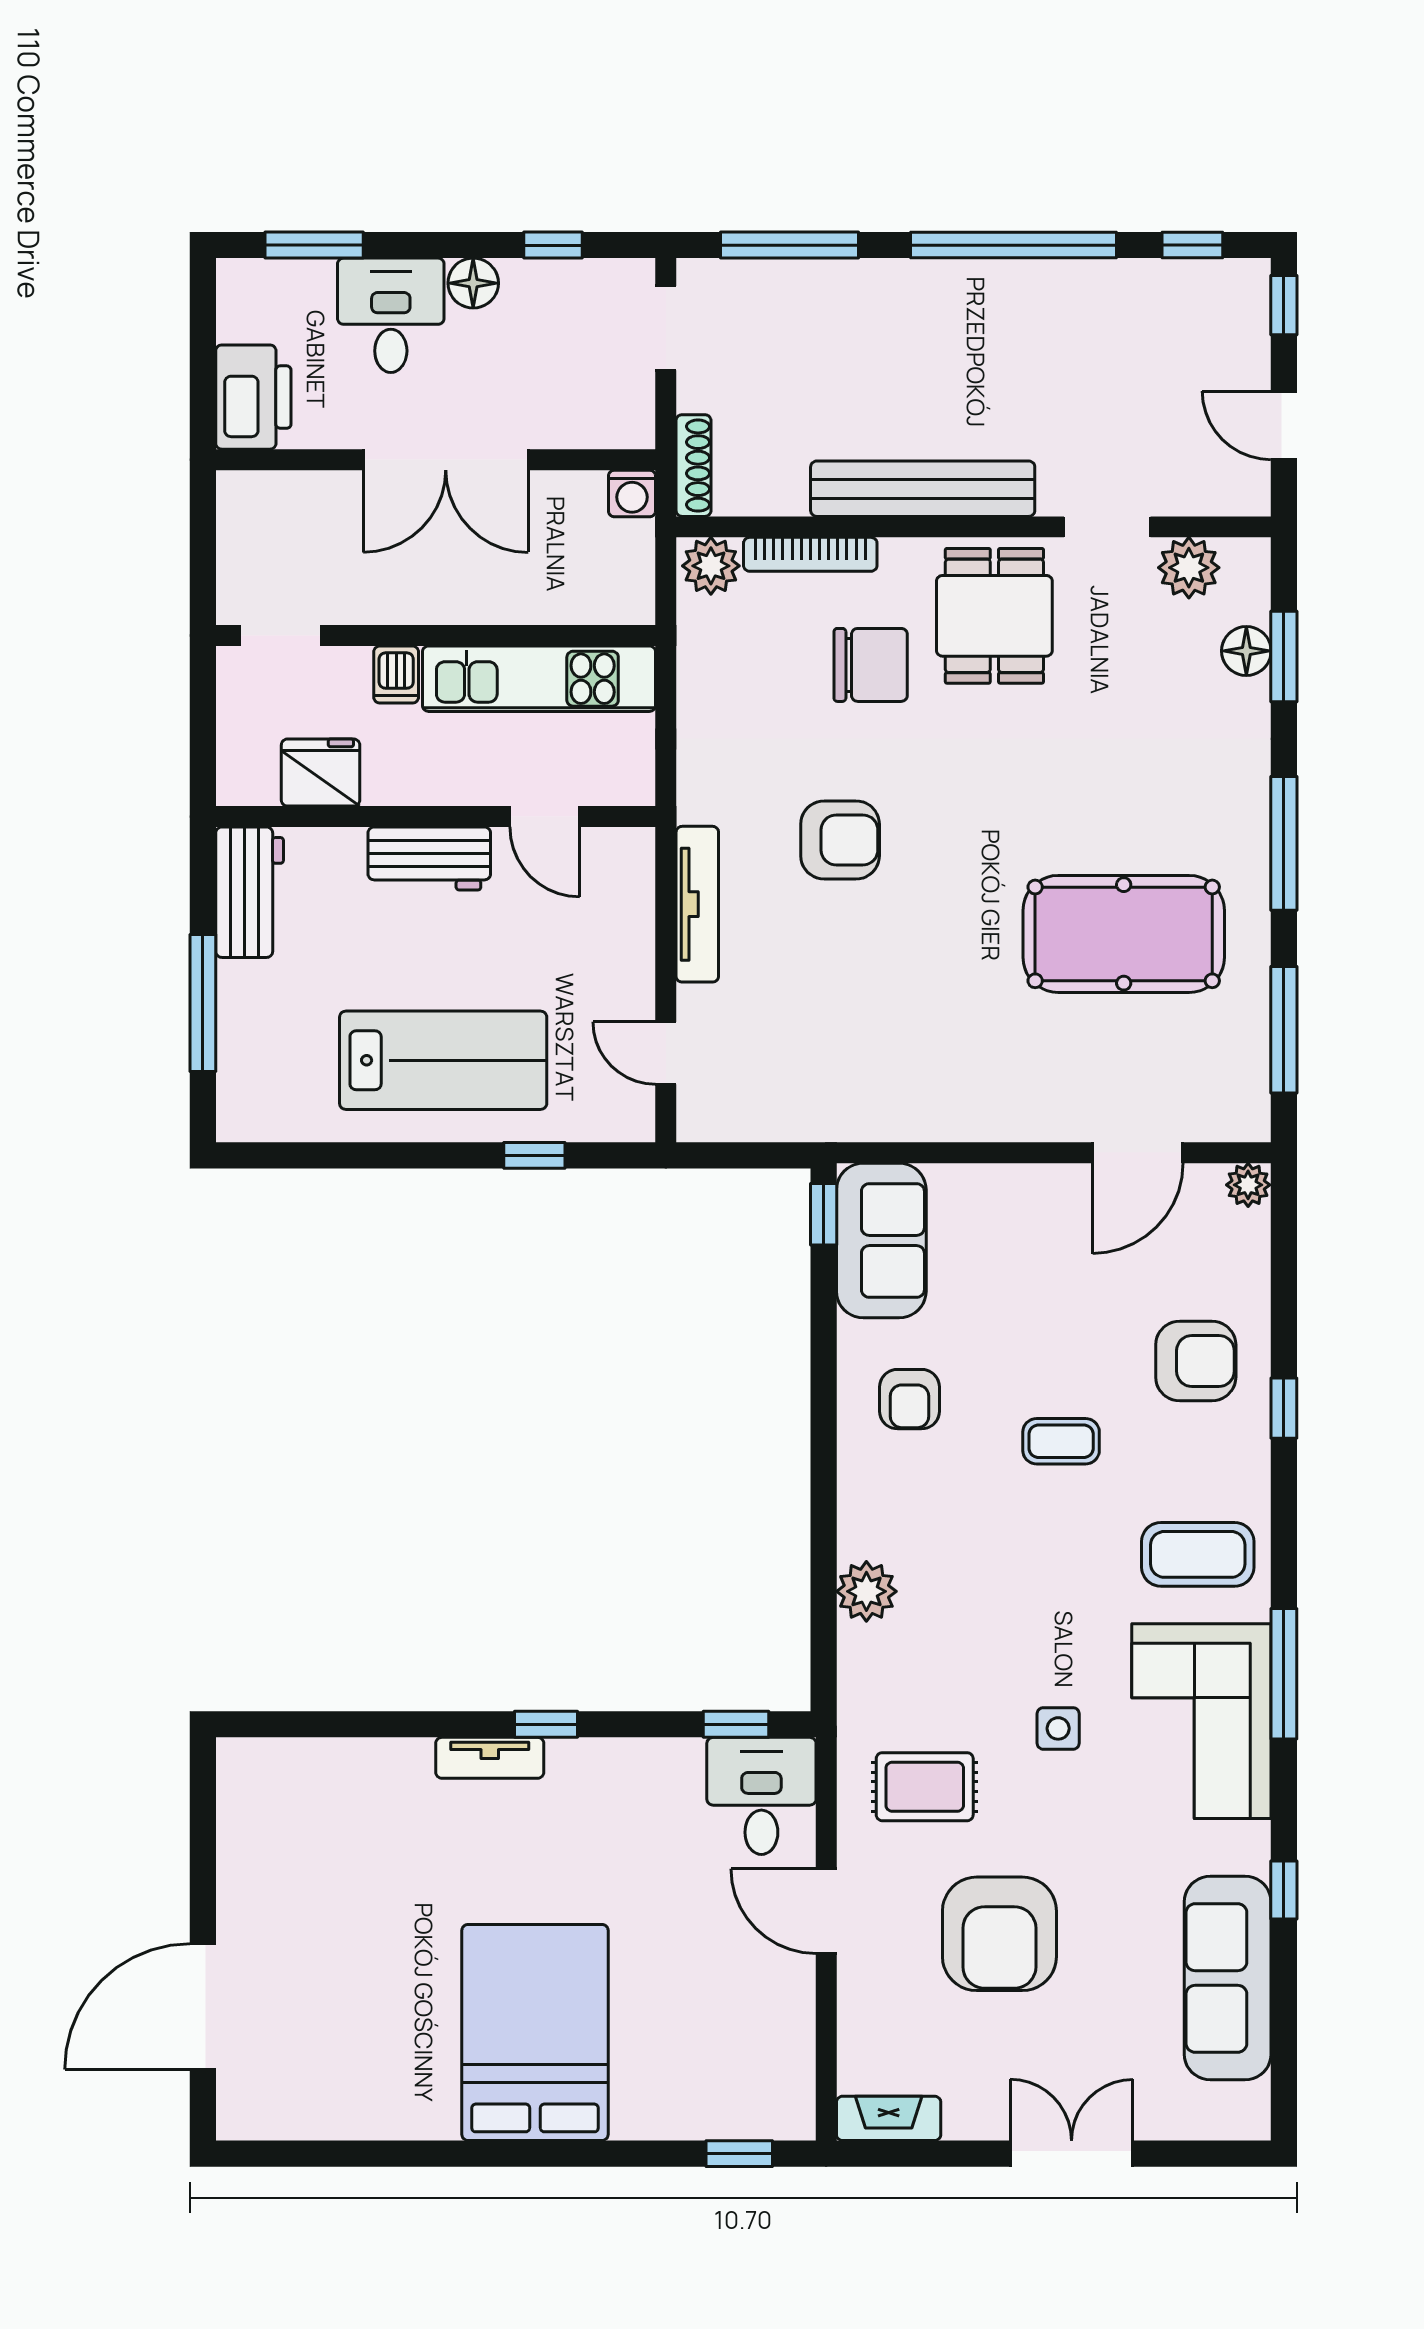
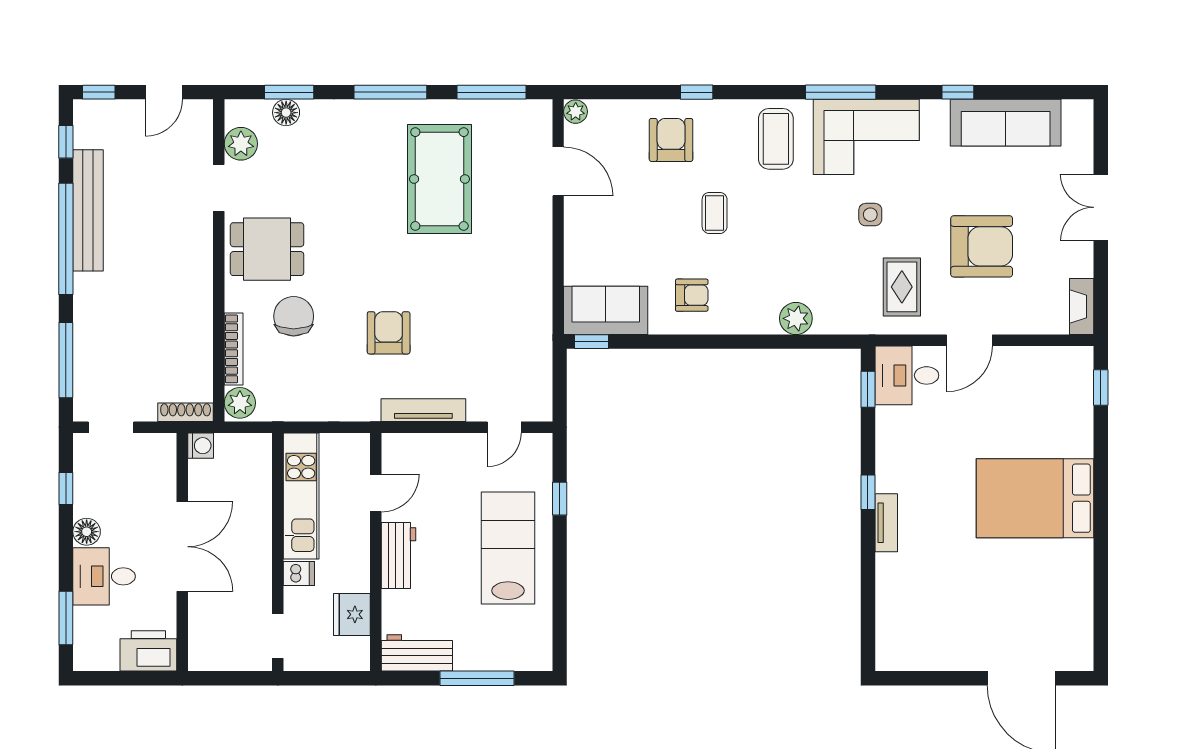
bench: (923, 489) -> (88, 210), moved

